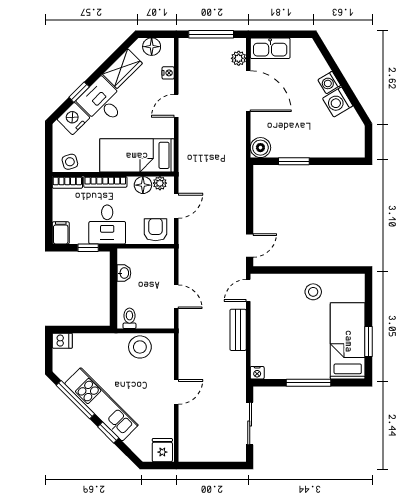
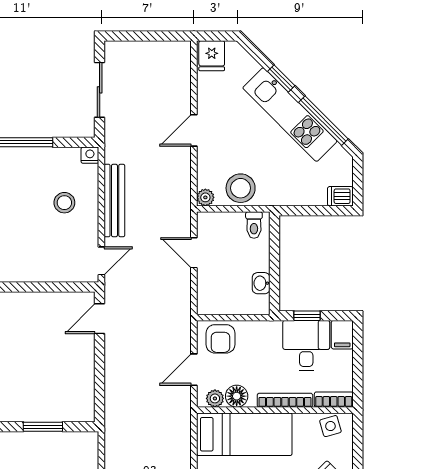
boiler: (260, 148) -> (86, 444), removed
desk: (107, 224) -> (306, 345), moved
stool: (313, 292) -> (64, 203), moved
bench: (238, 330) -> (114, 200), width x1.36
plant: (167, 340) -> (205, 197), added

